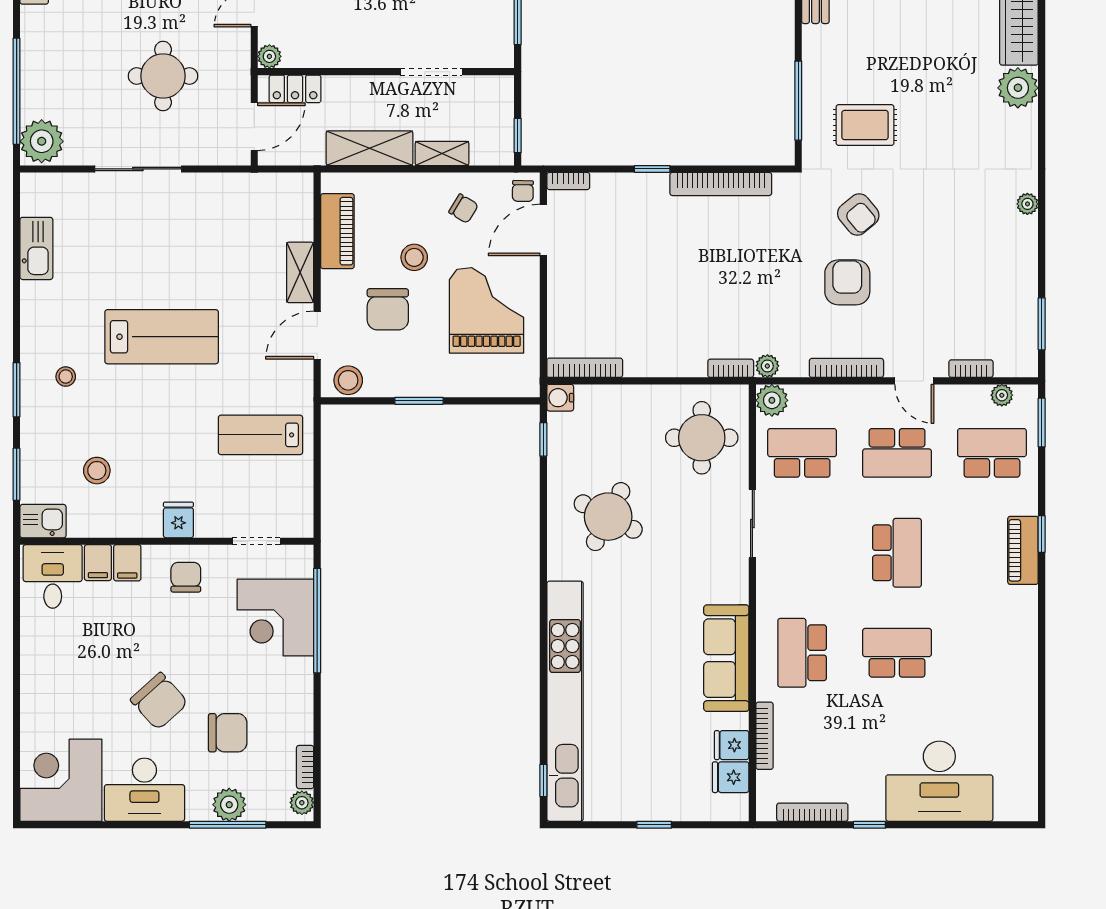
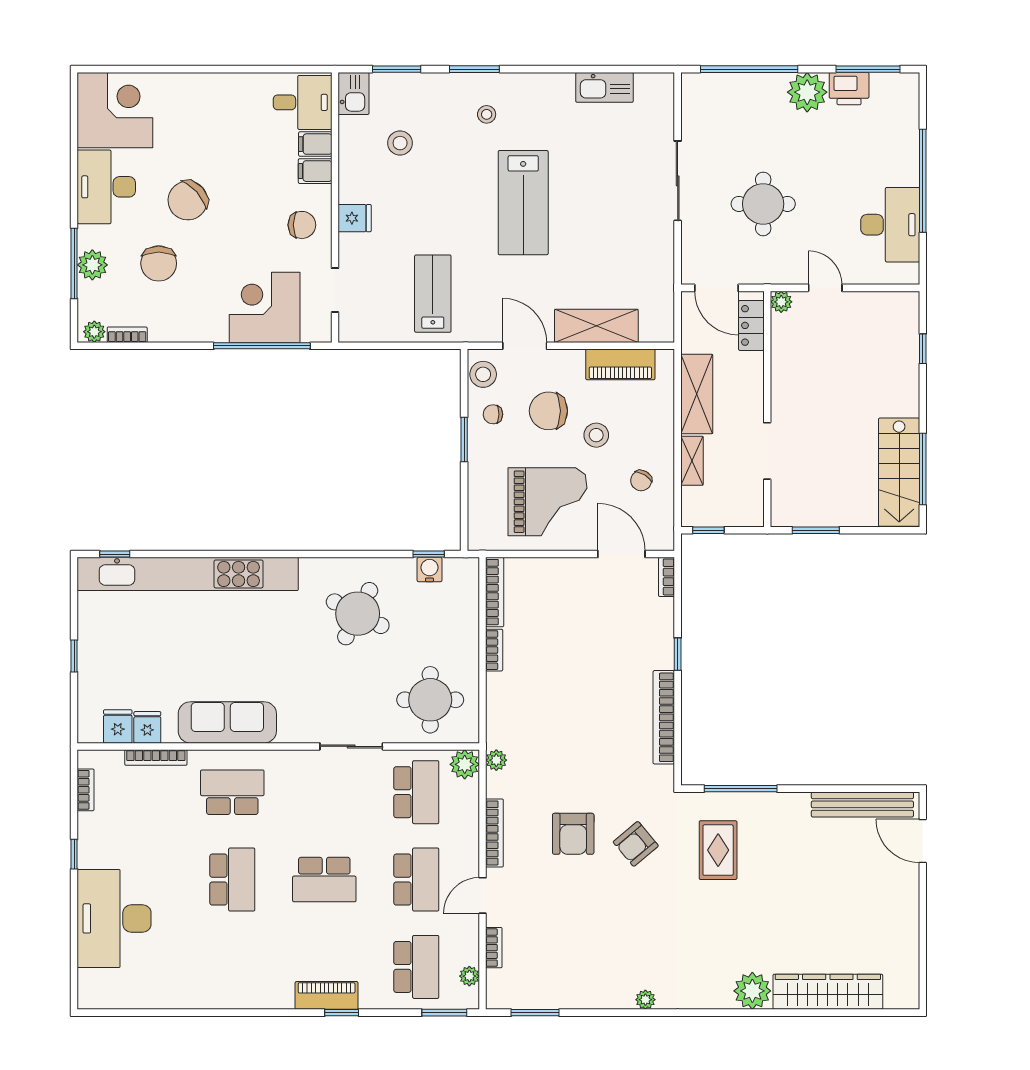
plant: (42, 141) -> (807, 92), moved
chair: (523, 191) -> (493, 414), moved
shelving: (300, 272) -> (596, 326), width x1.50, depth x1.33
armchair: (847, 282) -> (573, 834), turned 90
bookcase: (731, 368) -> (494, 650), moved
water cooler: (560, 398) -> (430, 570), moved
school desk: (897, 453) -> (416, 880), turned 180
bookcase: (812, 812) -> (86, 790), width x0.64

